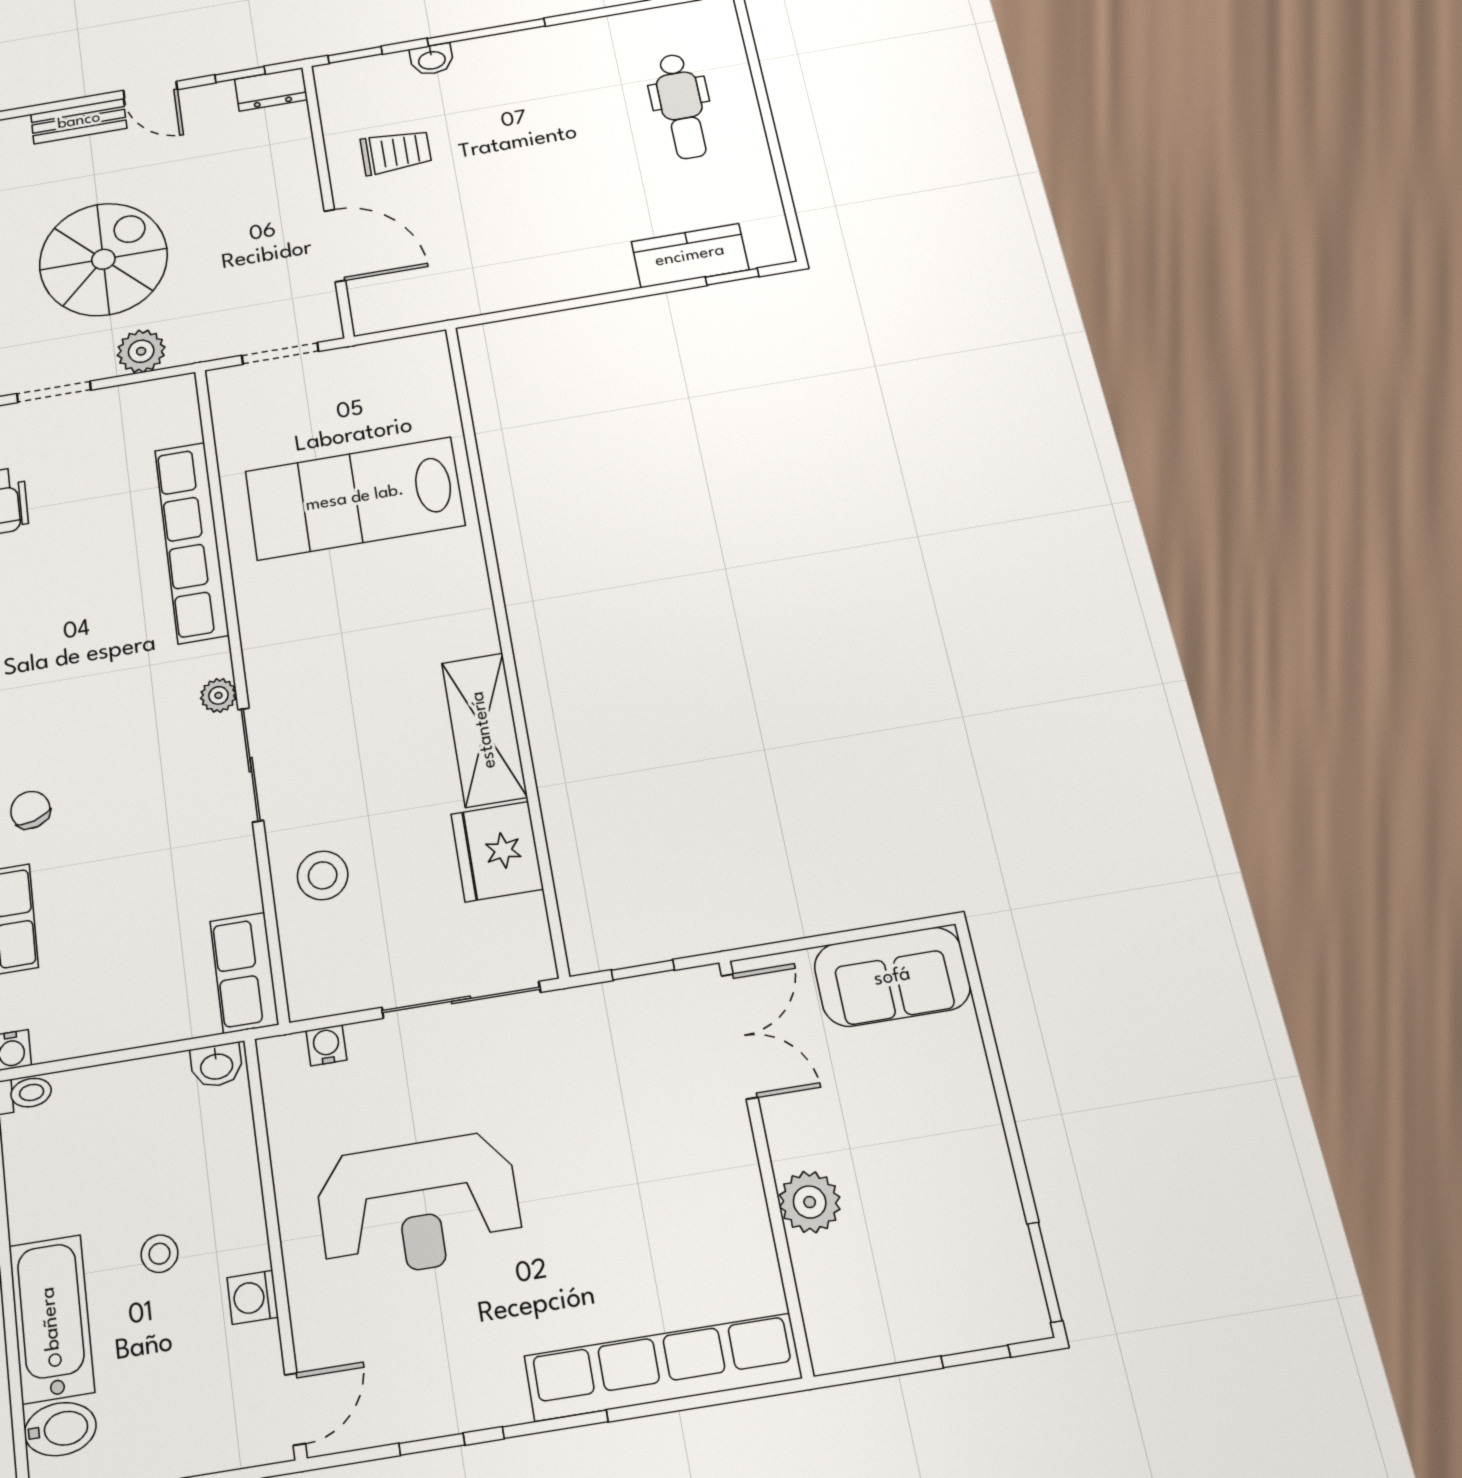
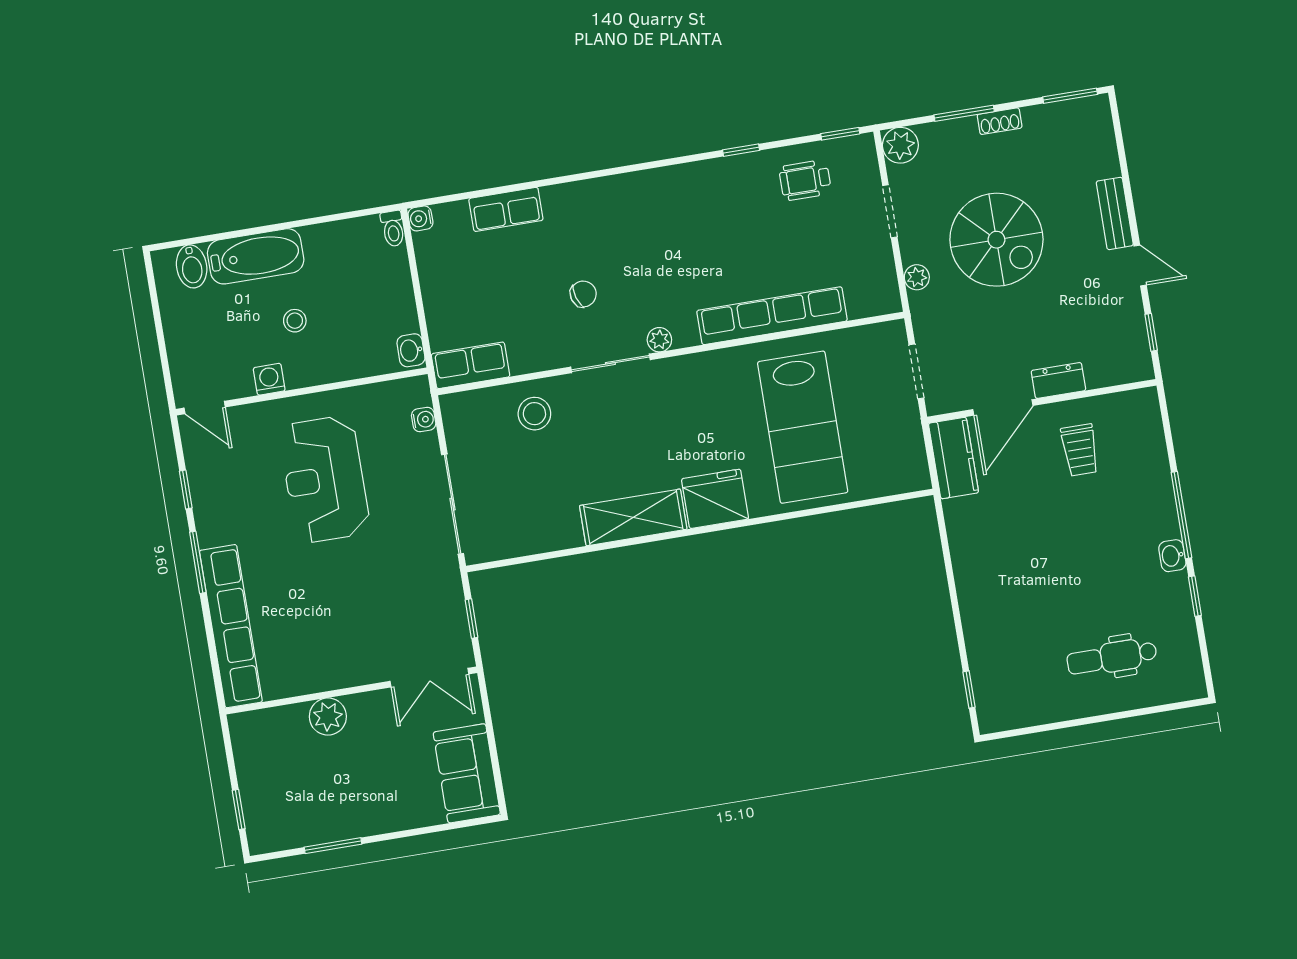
window: (355, 55) -> (1195, 596), moved
washbasin: (432, 60) -> (1172, 556), moved
dresser: (271, 89) -> (1058, 380), moved, turned 90
door: (150, 90) -> (1140, 266), swing flipped
kitchen counter: (690, 256) -> (954, 458), moved
plant: (141, 351) -> (917, 277), width x0.73, depth x0.73
lab bench: (355, 498) -> (803, 427), turned 180
chair: (30, 810) -> (583, 294), moved
fridge: (497, 851) -> (715, 499), moved
window: (1045, 1272) -> (333, 846), moved

